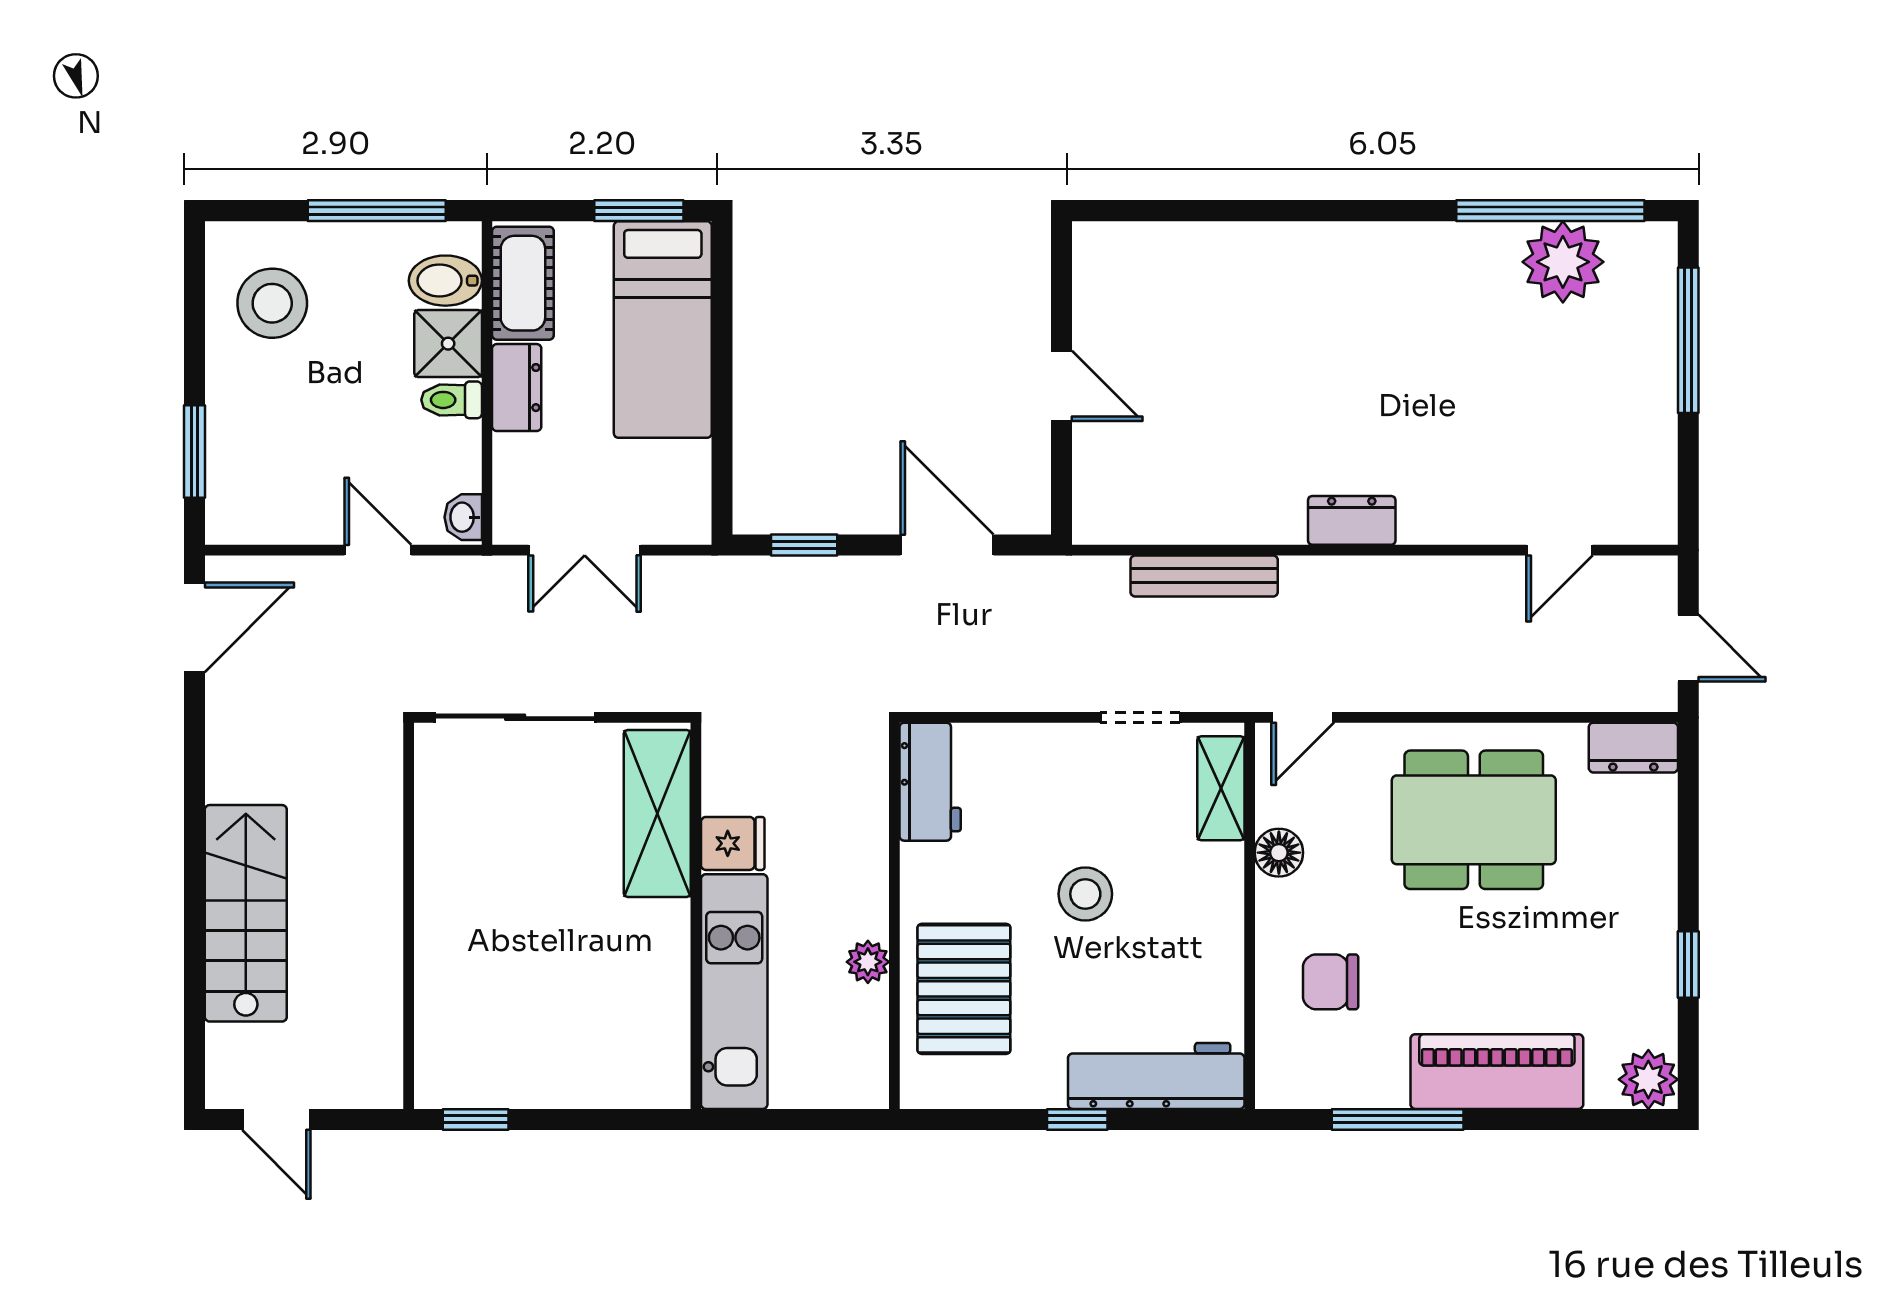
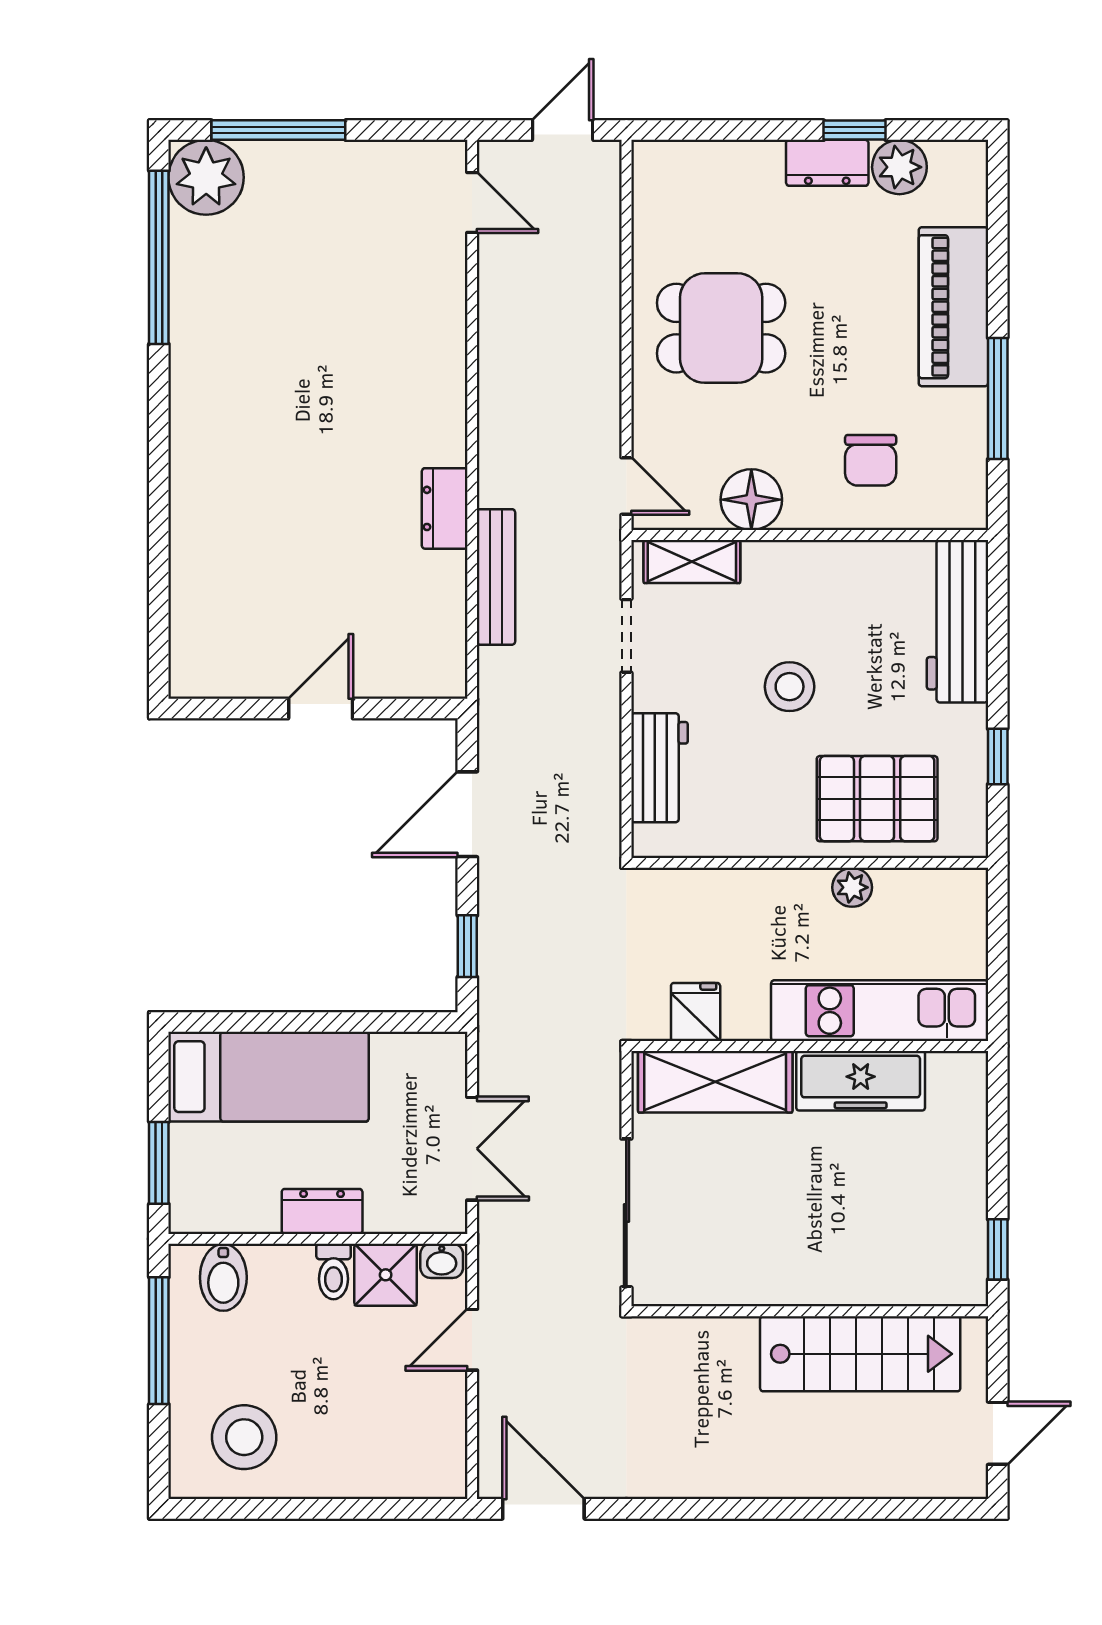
window: (639, 211) -> (159, 1163), moved
plant: (1563, 262) -> (206, 177), moved
cot: (523, 283) -> (226, 1206), removed
shower: (448, 344) -> (386, 1275), moved
window: (194, 451) -> (381, 1509), removed
dresser: (1352, 520) -> (445, 508), moved
door: (1559, 550) -> (472, 202), moved
dresser: (1633, 748) -> (827, 163), moved, turned 90
workbench: (930, 782) -> (659, 768), moved, turned 90
dining table: (1474, 820) -> (721, 328), width x0.73
fridge: (733, 843) -> (696, 1012), moved
floor lamp: (1279, 853) -> (751, 500), width x1.38, depth x1.38
stairs: (246, 913) -> (860, 1354), moved, turned 180
freezer: (658, 971) -> (861, 1081), added
plant: (1648, 1079) -> (899, 167), moved
window: (1077, 1119) -> (998, 757), moved

